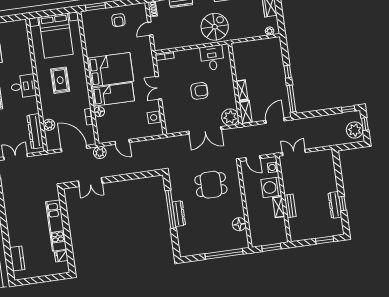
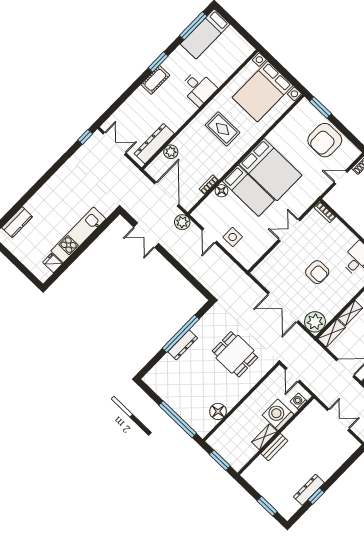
armchair: (118, 20) -> (325, 140), width x1.88, depth x1.88
rug: (60, 80) -> (222, 129), turned 90
desk: (23, 86) -> (198, 88), moved
side table: (154, 117) -> (233, 237), moved
double door: (294, 152) -> (338, 420), moved

